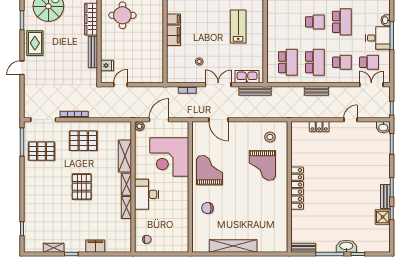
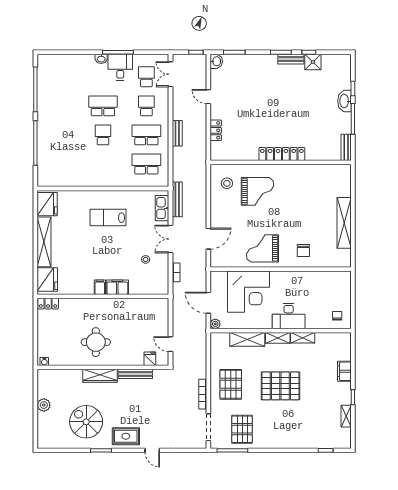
pallet: (82, 187) -> (280, 386), width x1.37, depth x1.41

